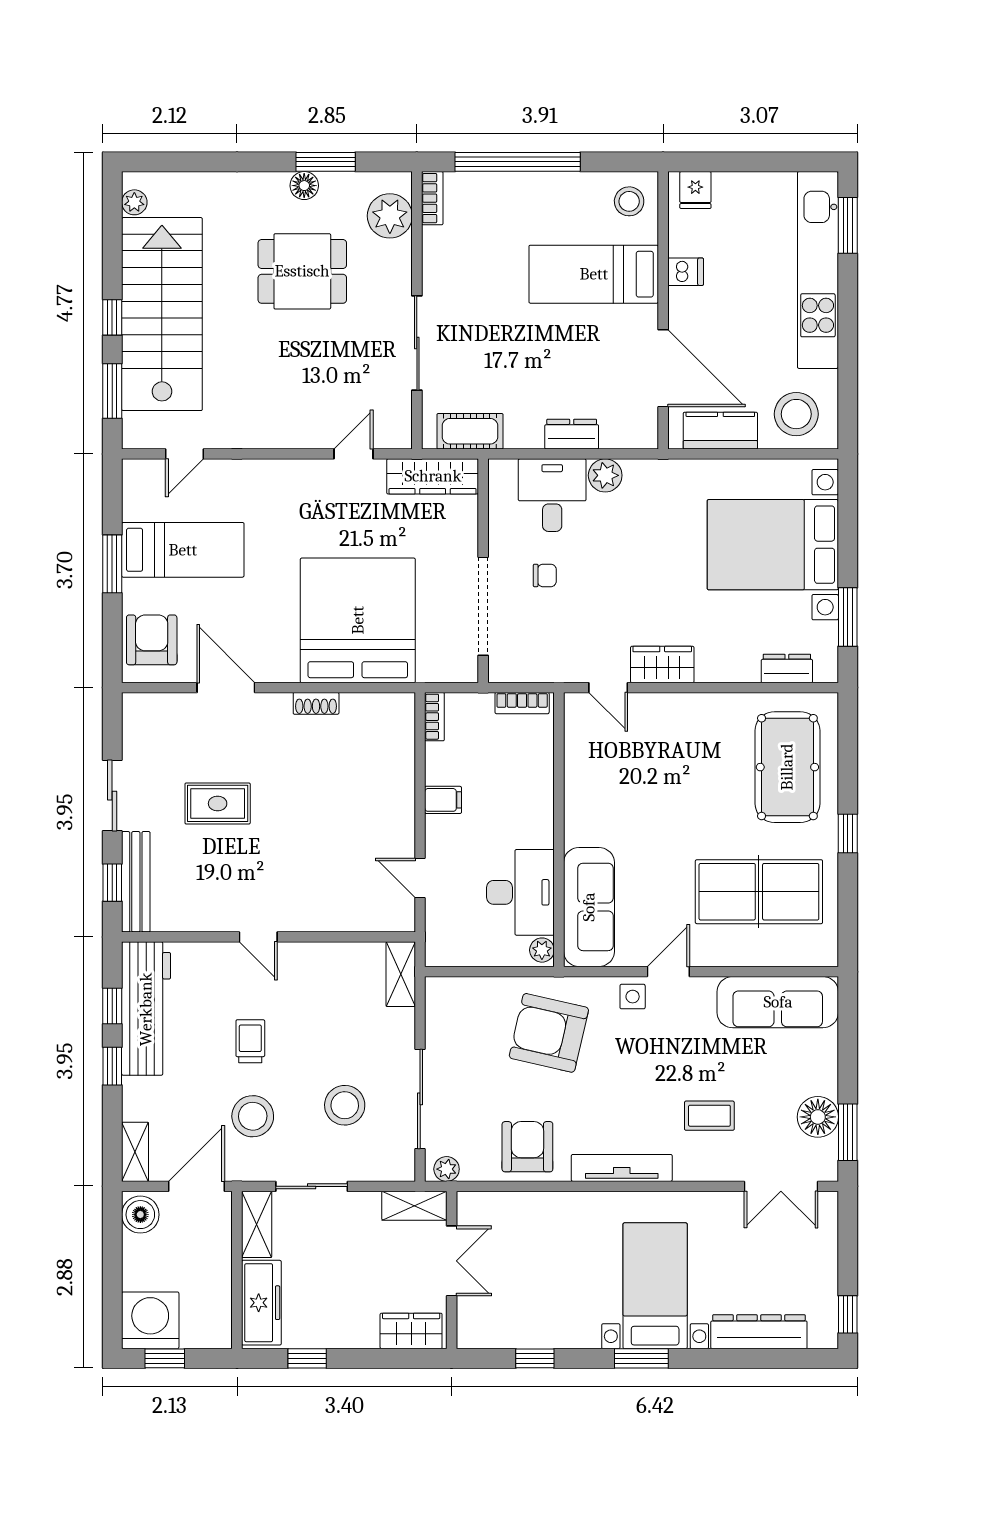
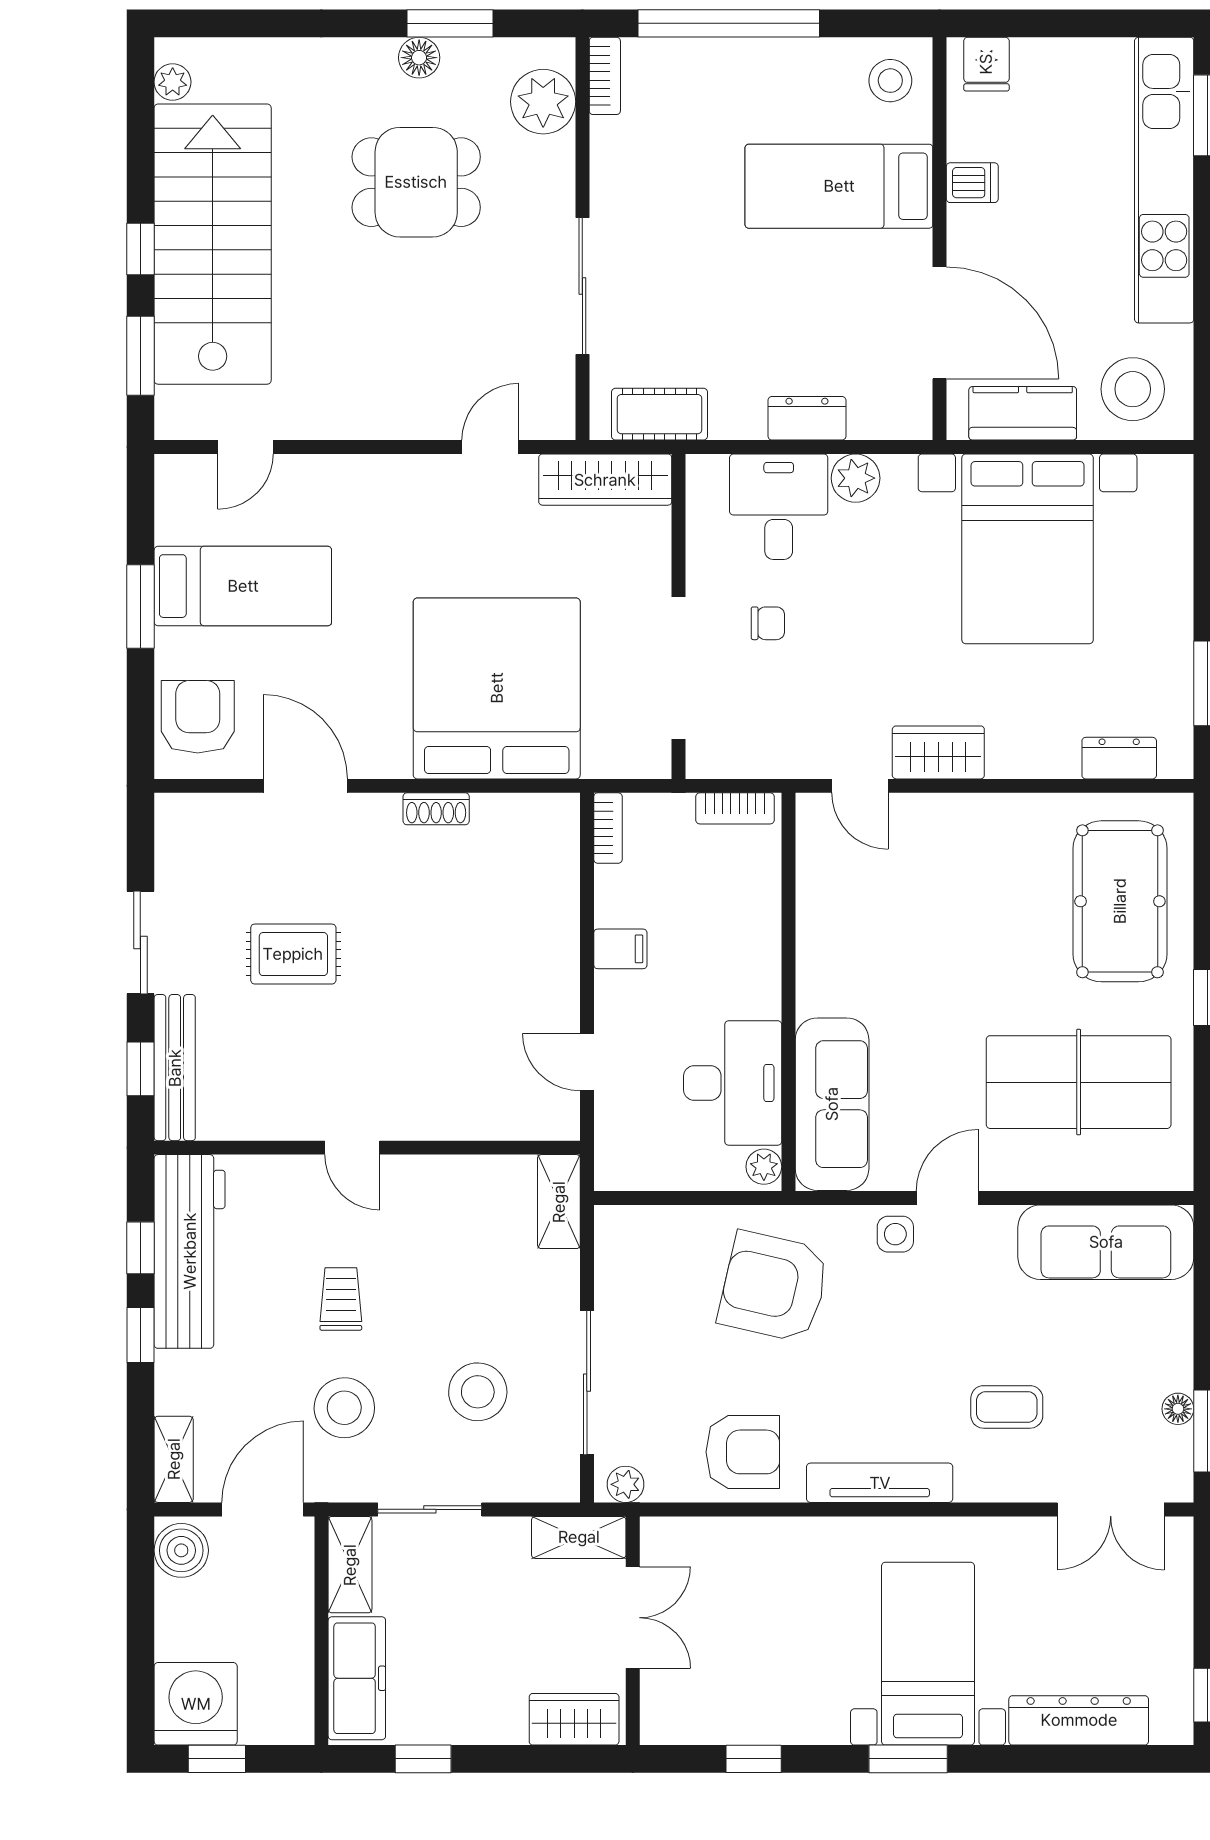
bed with nightstands: (773, 545) -> (1028, 549), moved, turned -90
floor lamp: (818, 1117) -> (1178, 1409), width x0.53, depth x0.53
armchair: (527, 1147) -> (743, 1452), turned 90

